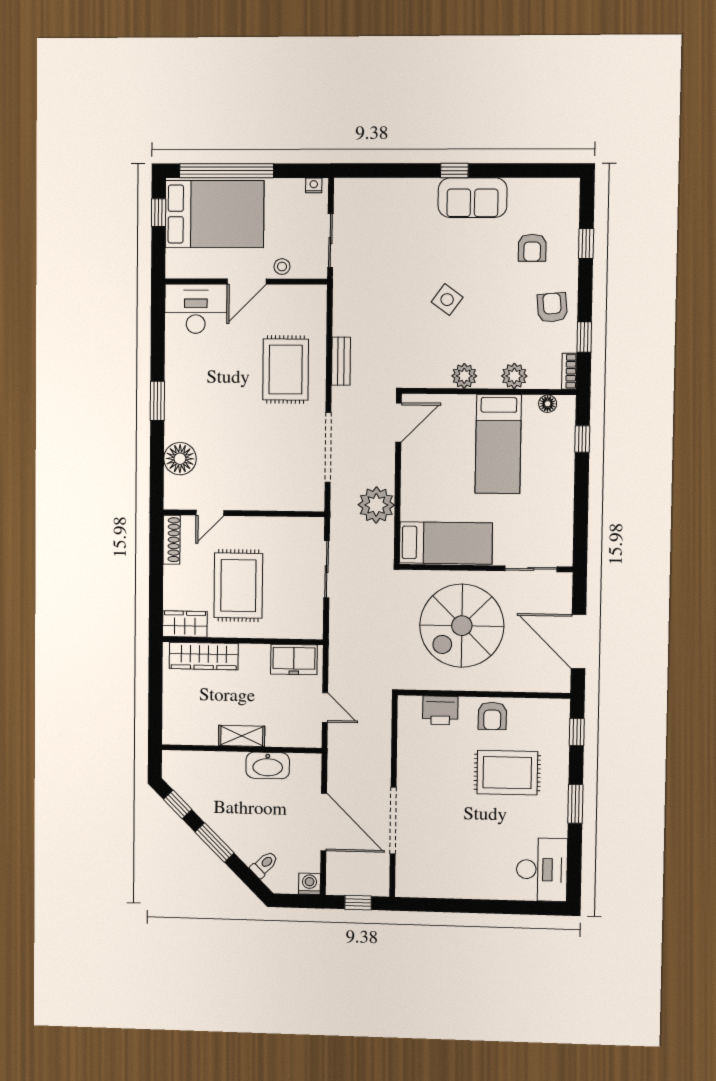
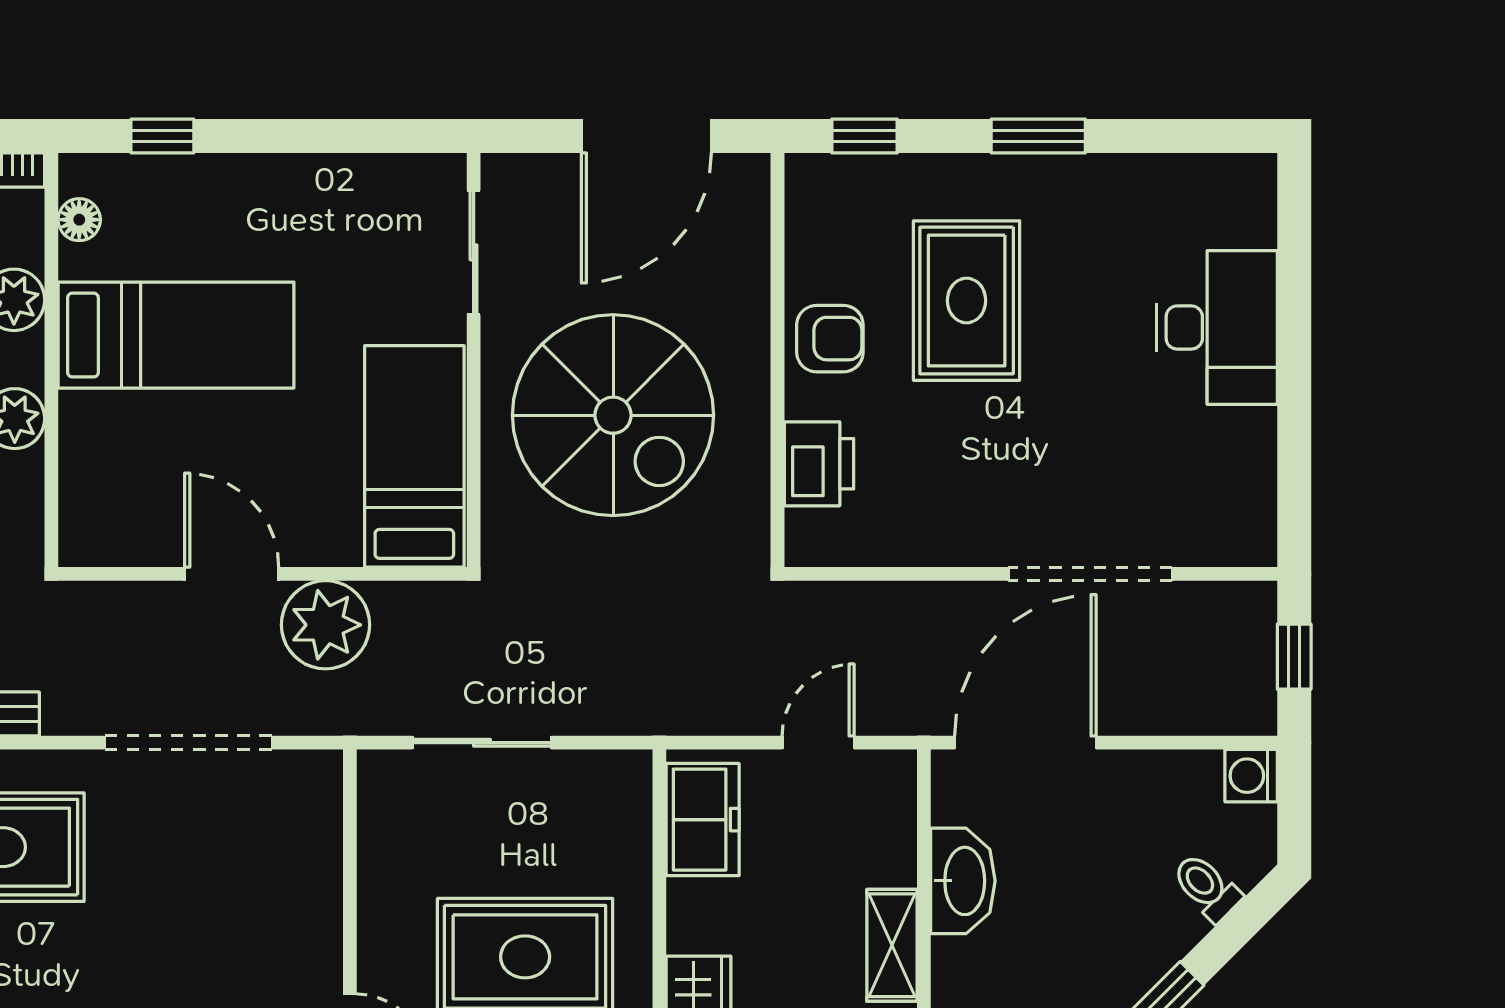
door: (399, 423) -> (232, 574), moved
door: (324, 822) -> (1025, 743), moved
desk: (542, 870) -> (1217, 327), moved, turned 90

